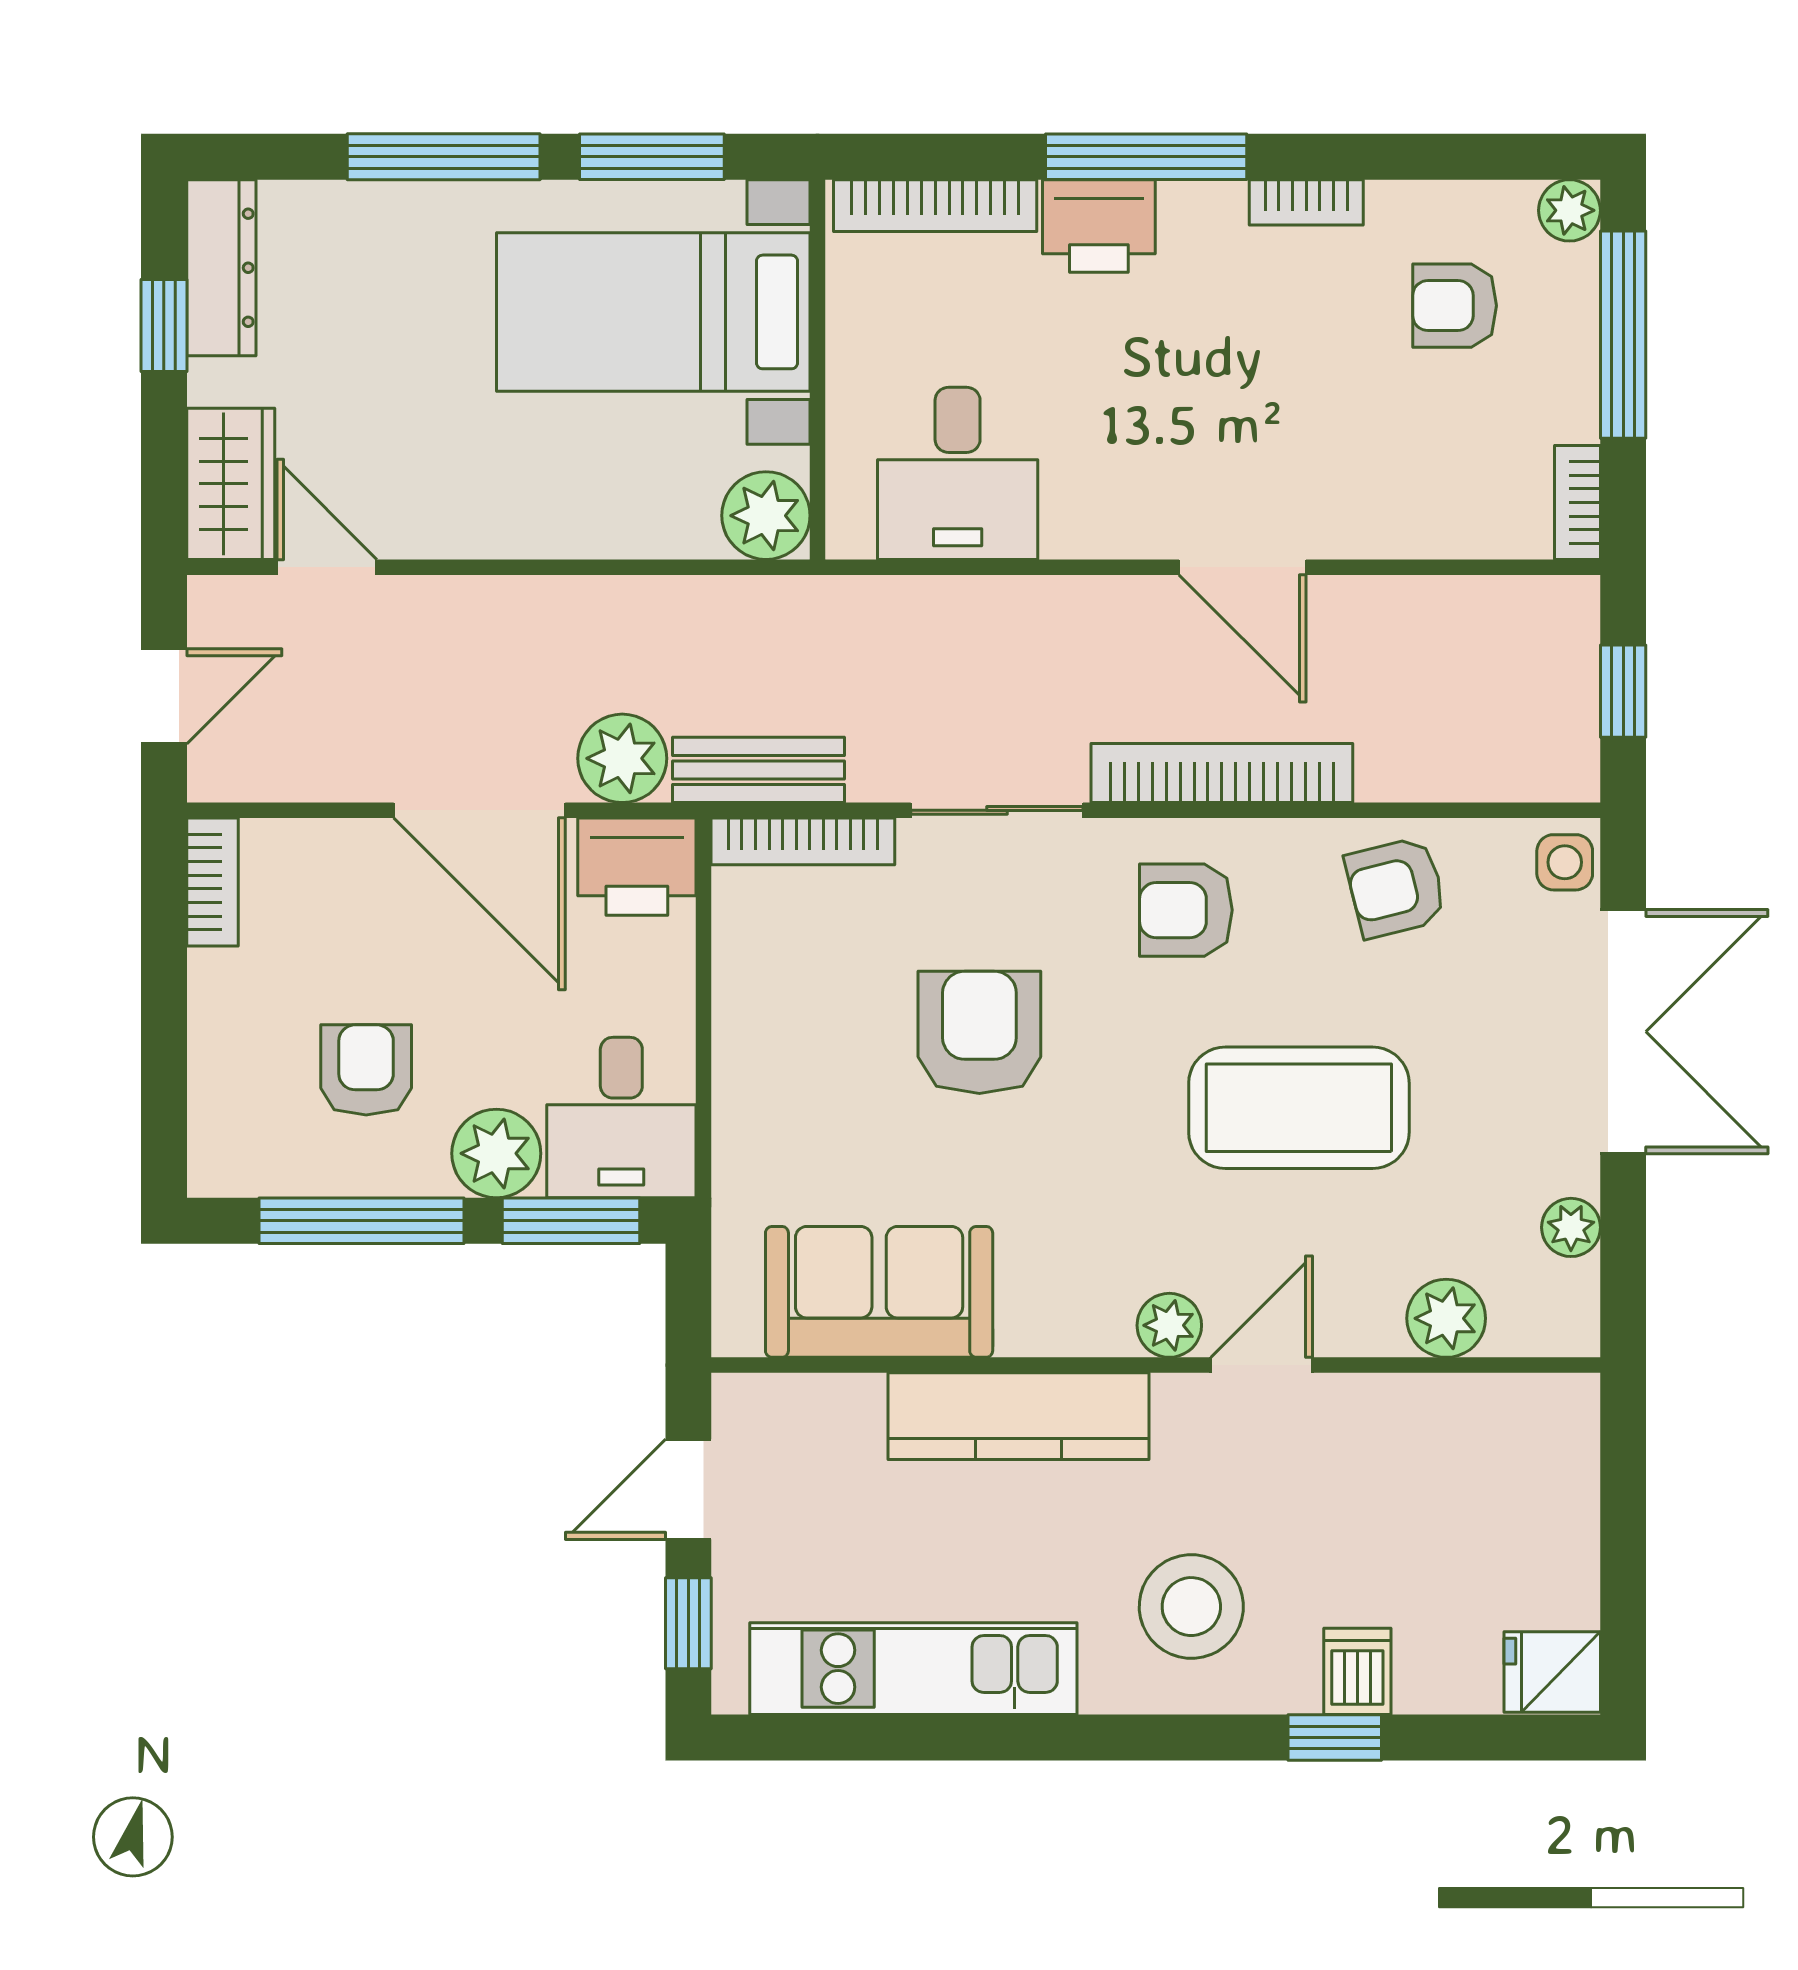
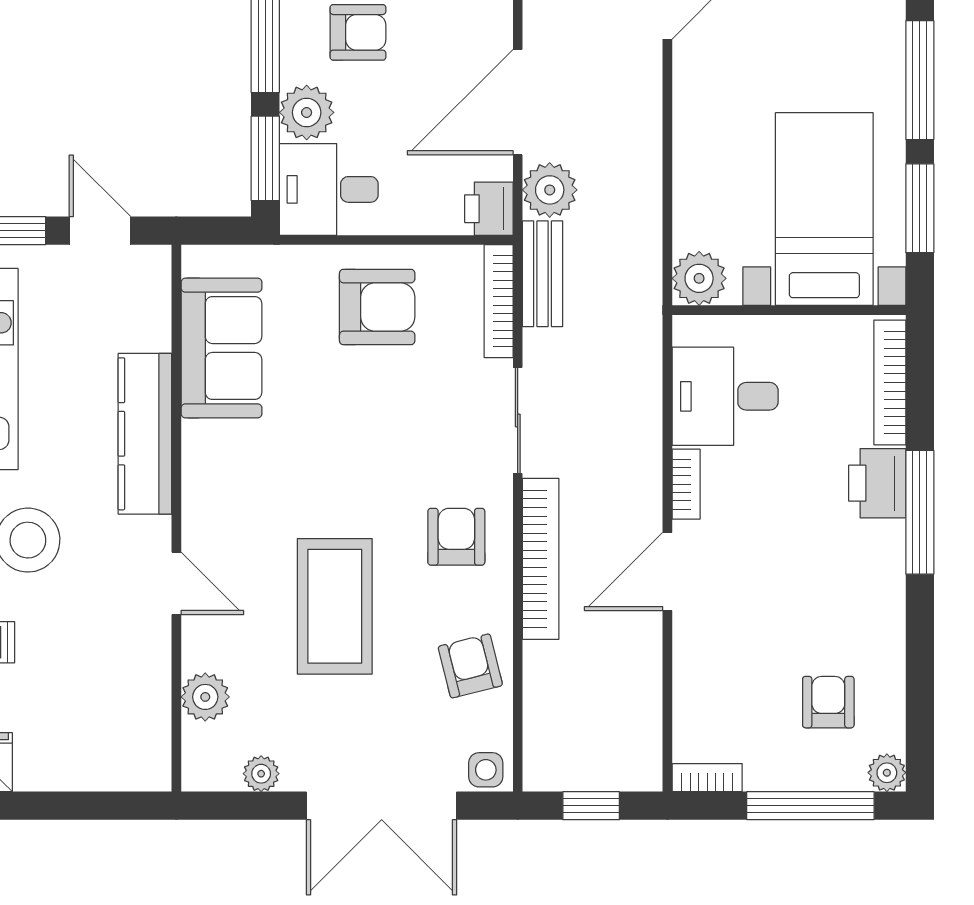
bookcase: (1306, 202) -> (686, 484), moved, turned 180
printer: (637, 867) -> (489, 209), width x0.73, depth x0.81
armchair: (979, 1032) -> (377, 307), moved
plant: (1169, 1325) -> (201, 527), removed

